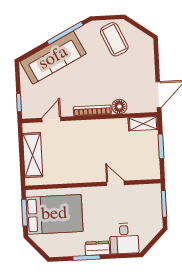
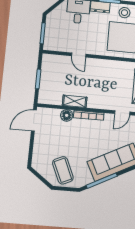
shelving: (143, 124) -> (75, 101), moved
stool: (66, 246) -> (125, 13), added

